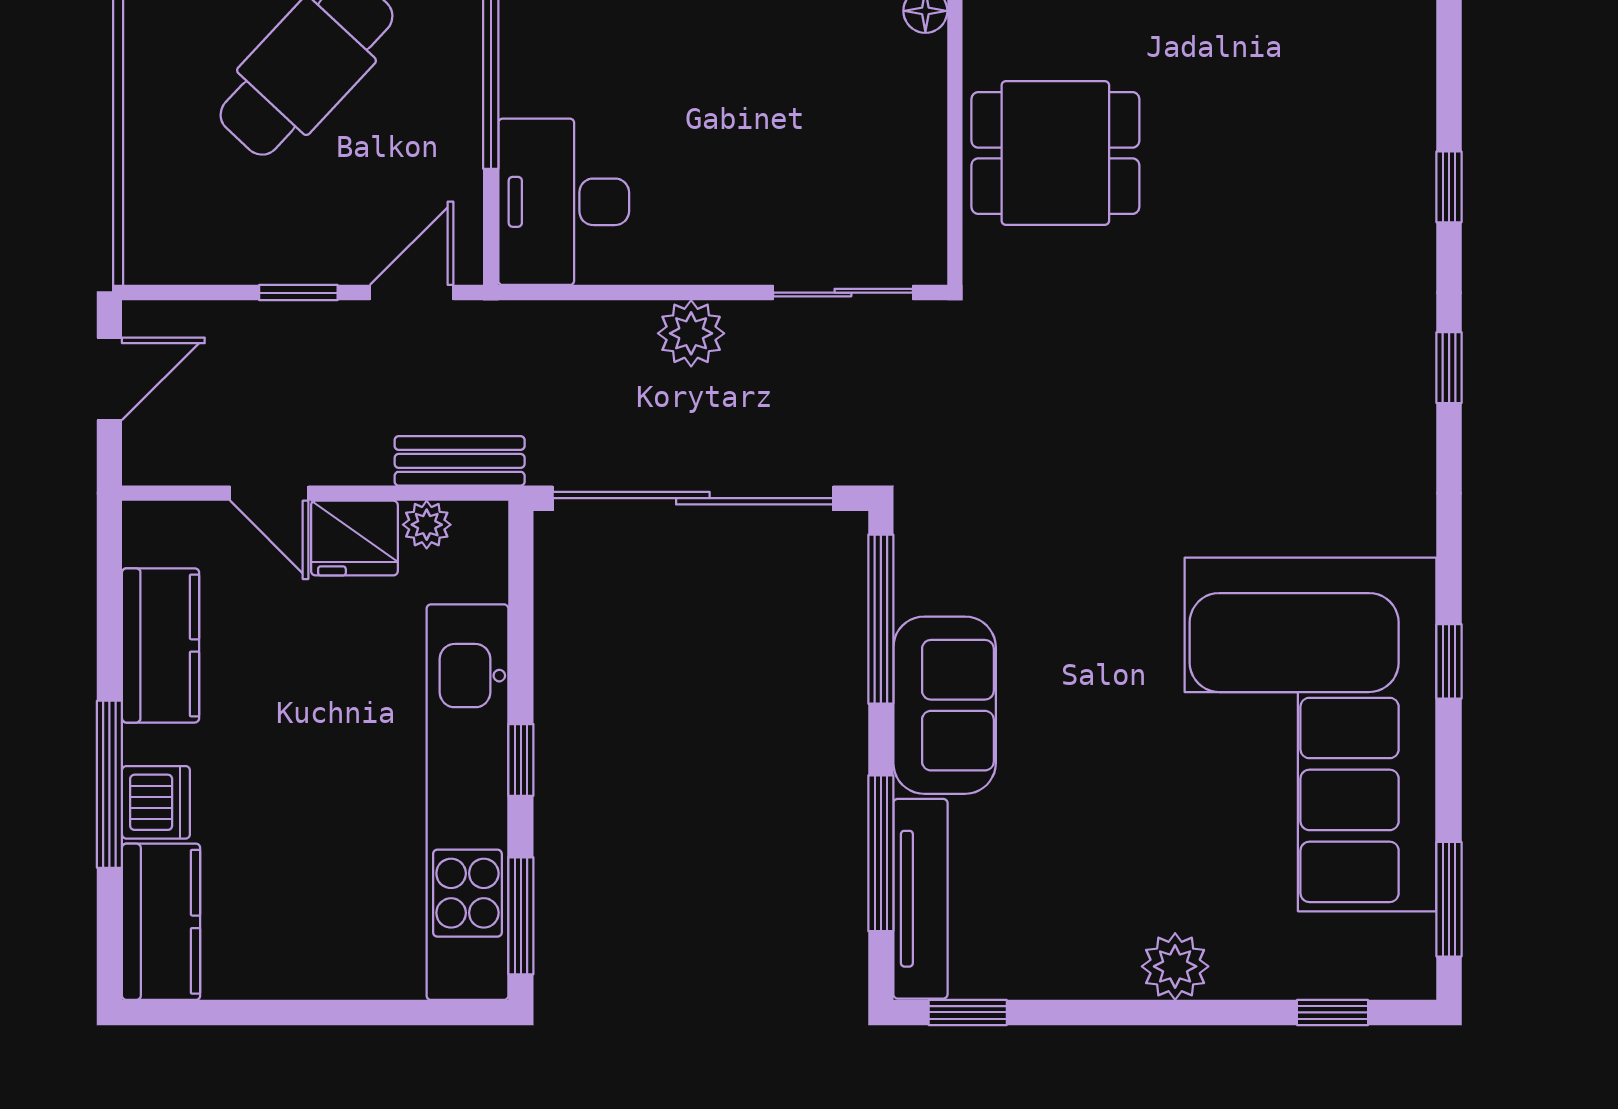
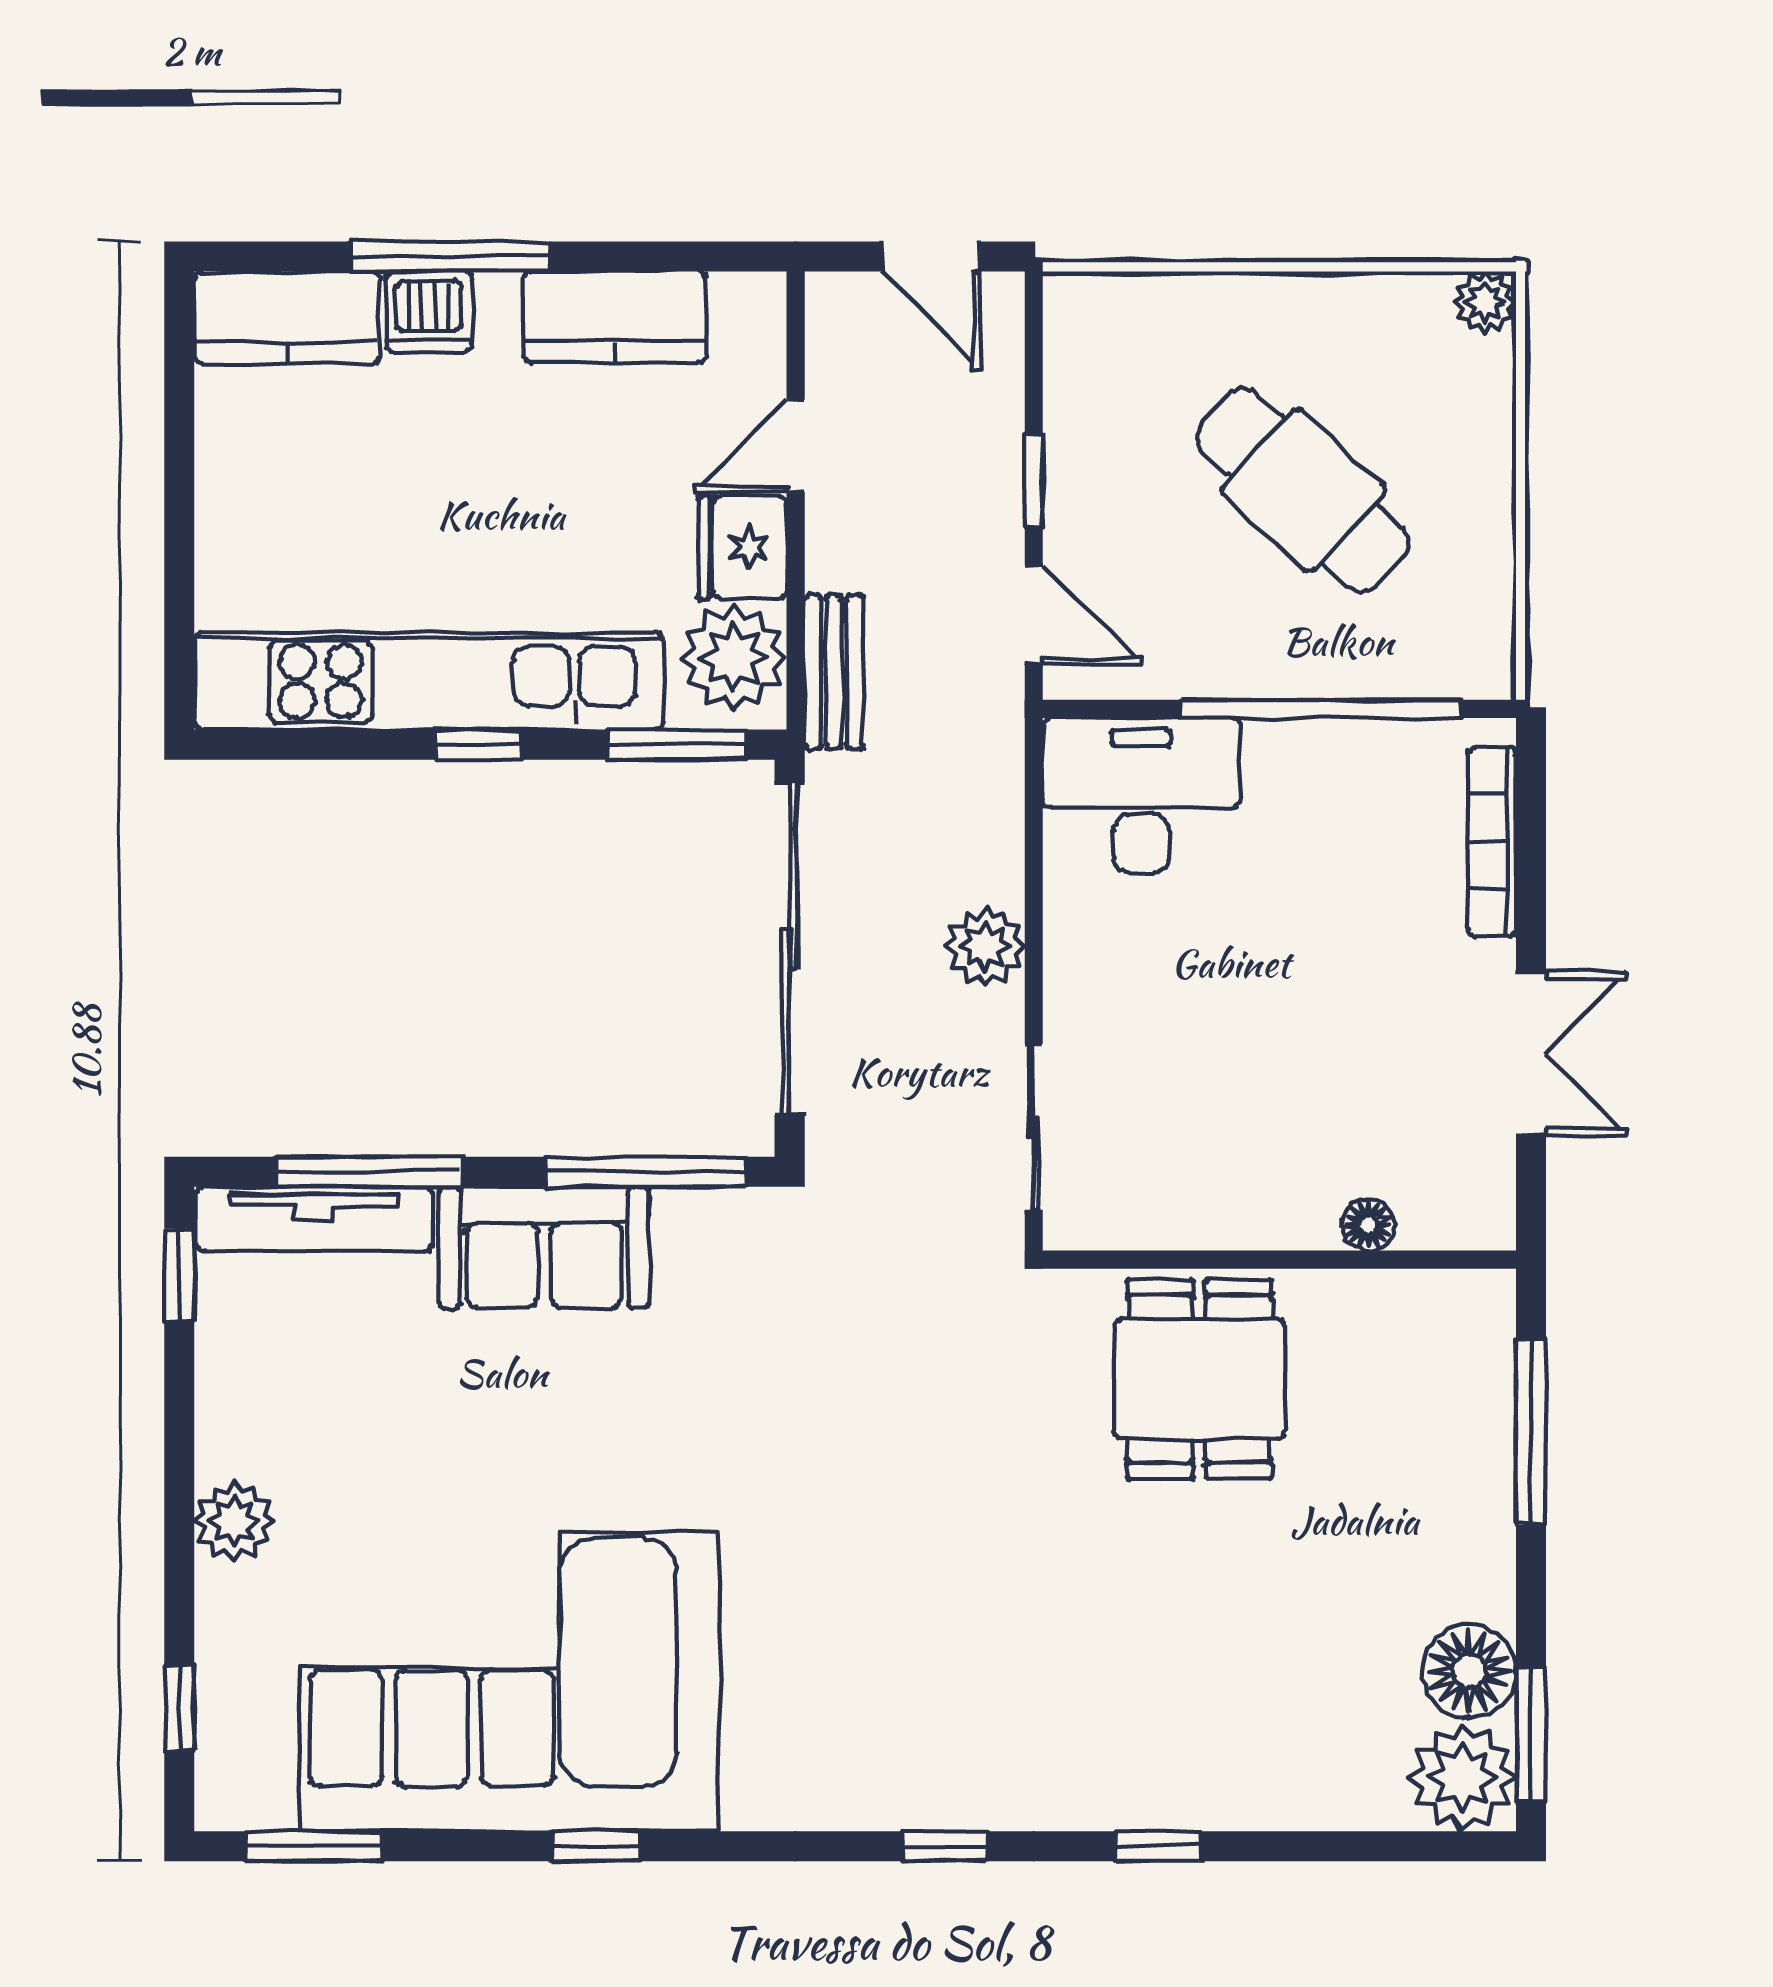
plant: (427, 525) -> (733, 658), width x1.88, depth x1.88
window: (521, 916) -> (677, 745), moved

